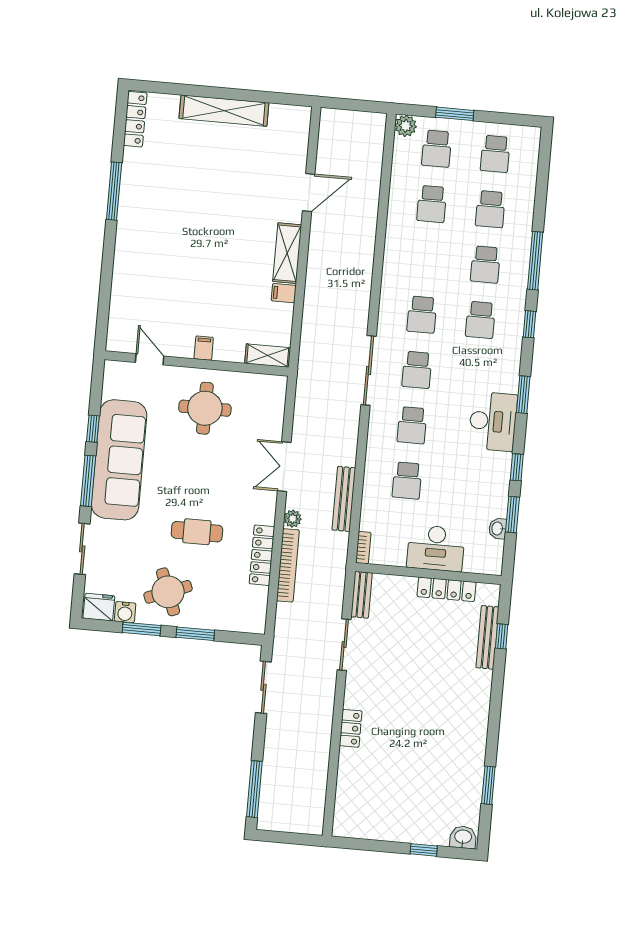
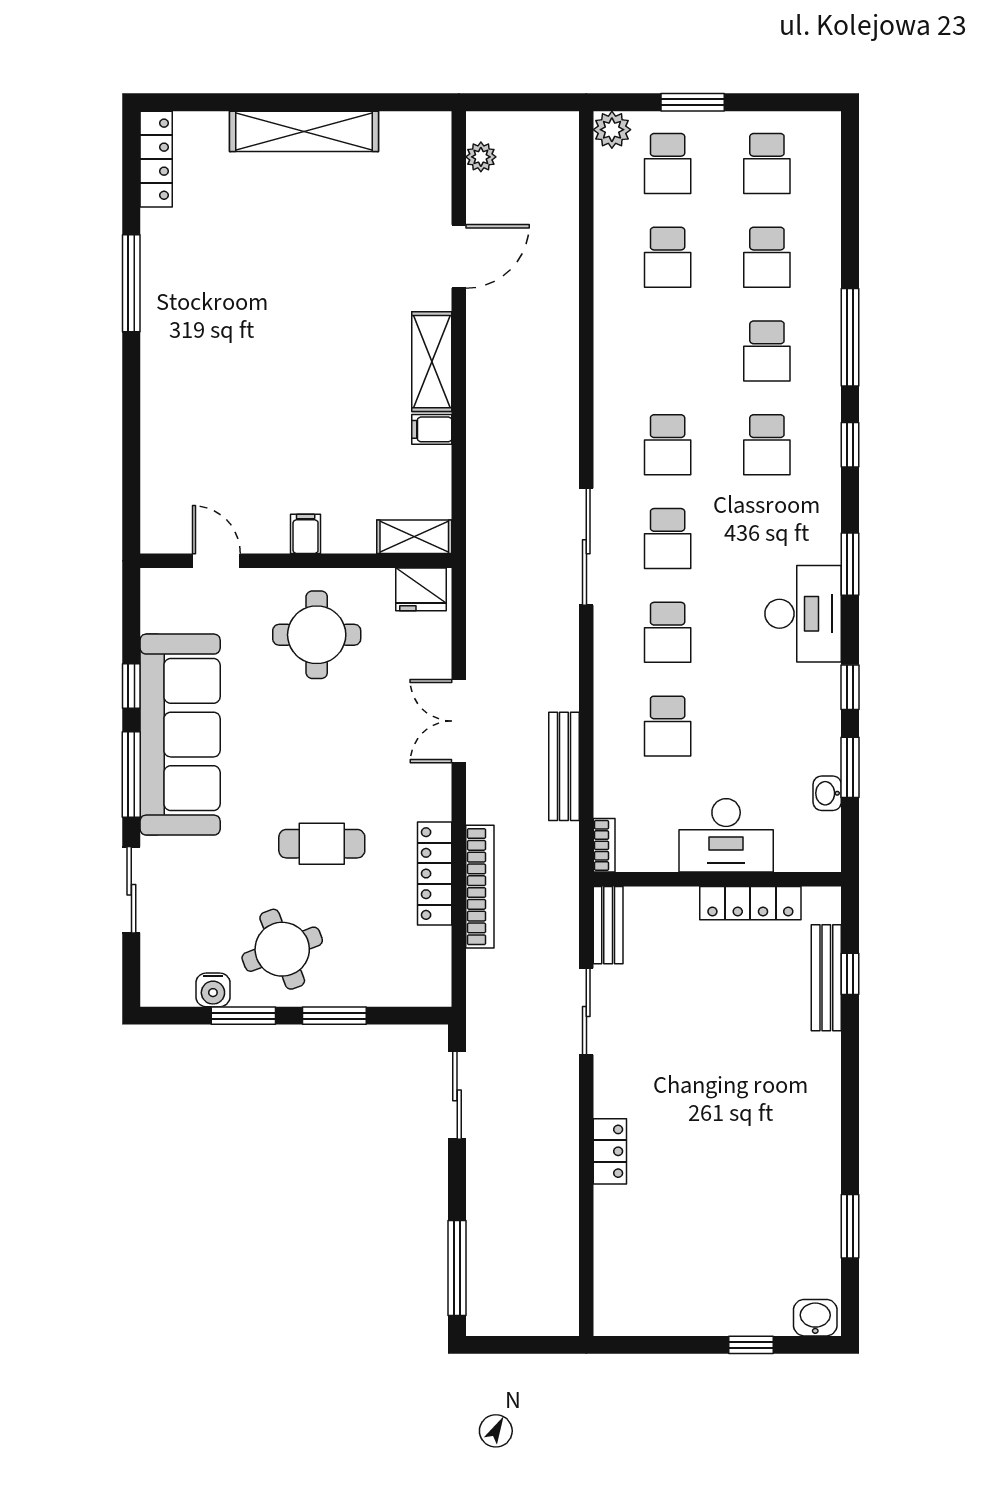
plant: (293, 519) -> (481, 157), moved
fridge: (99, 607) -> (421, 589), moved, turned 180

